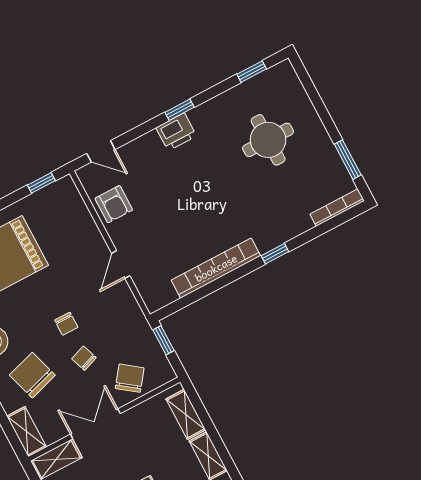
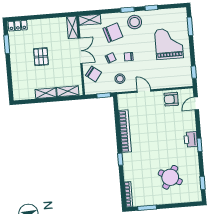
round table: (268, 140) -> (170, 177), turned 30
stool: (117, 322) -> (120, 79), added

